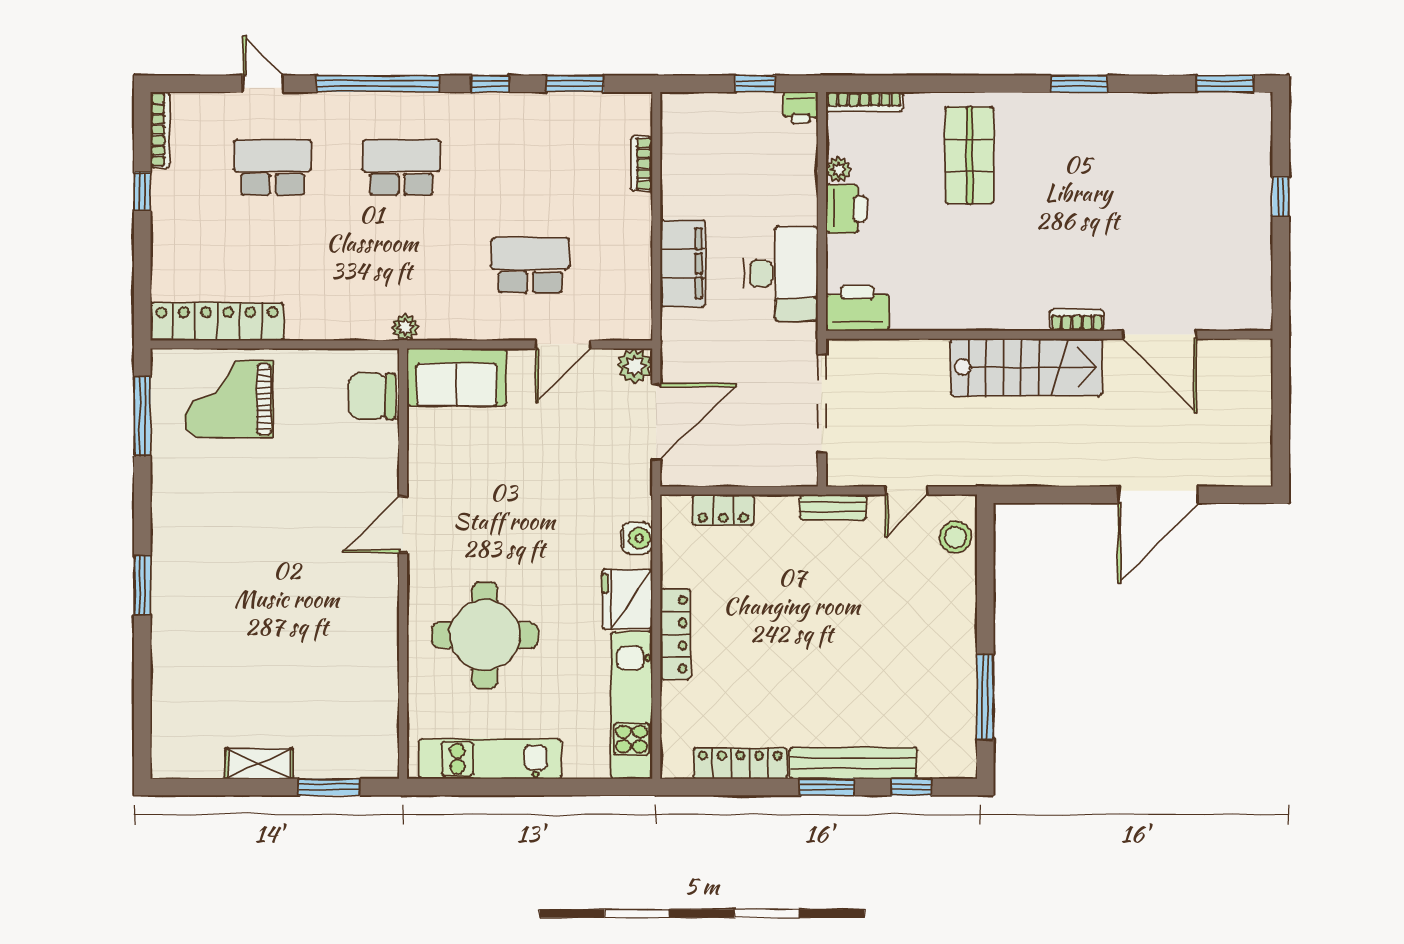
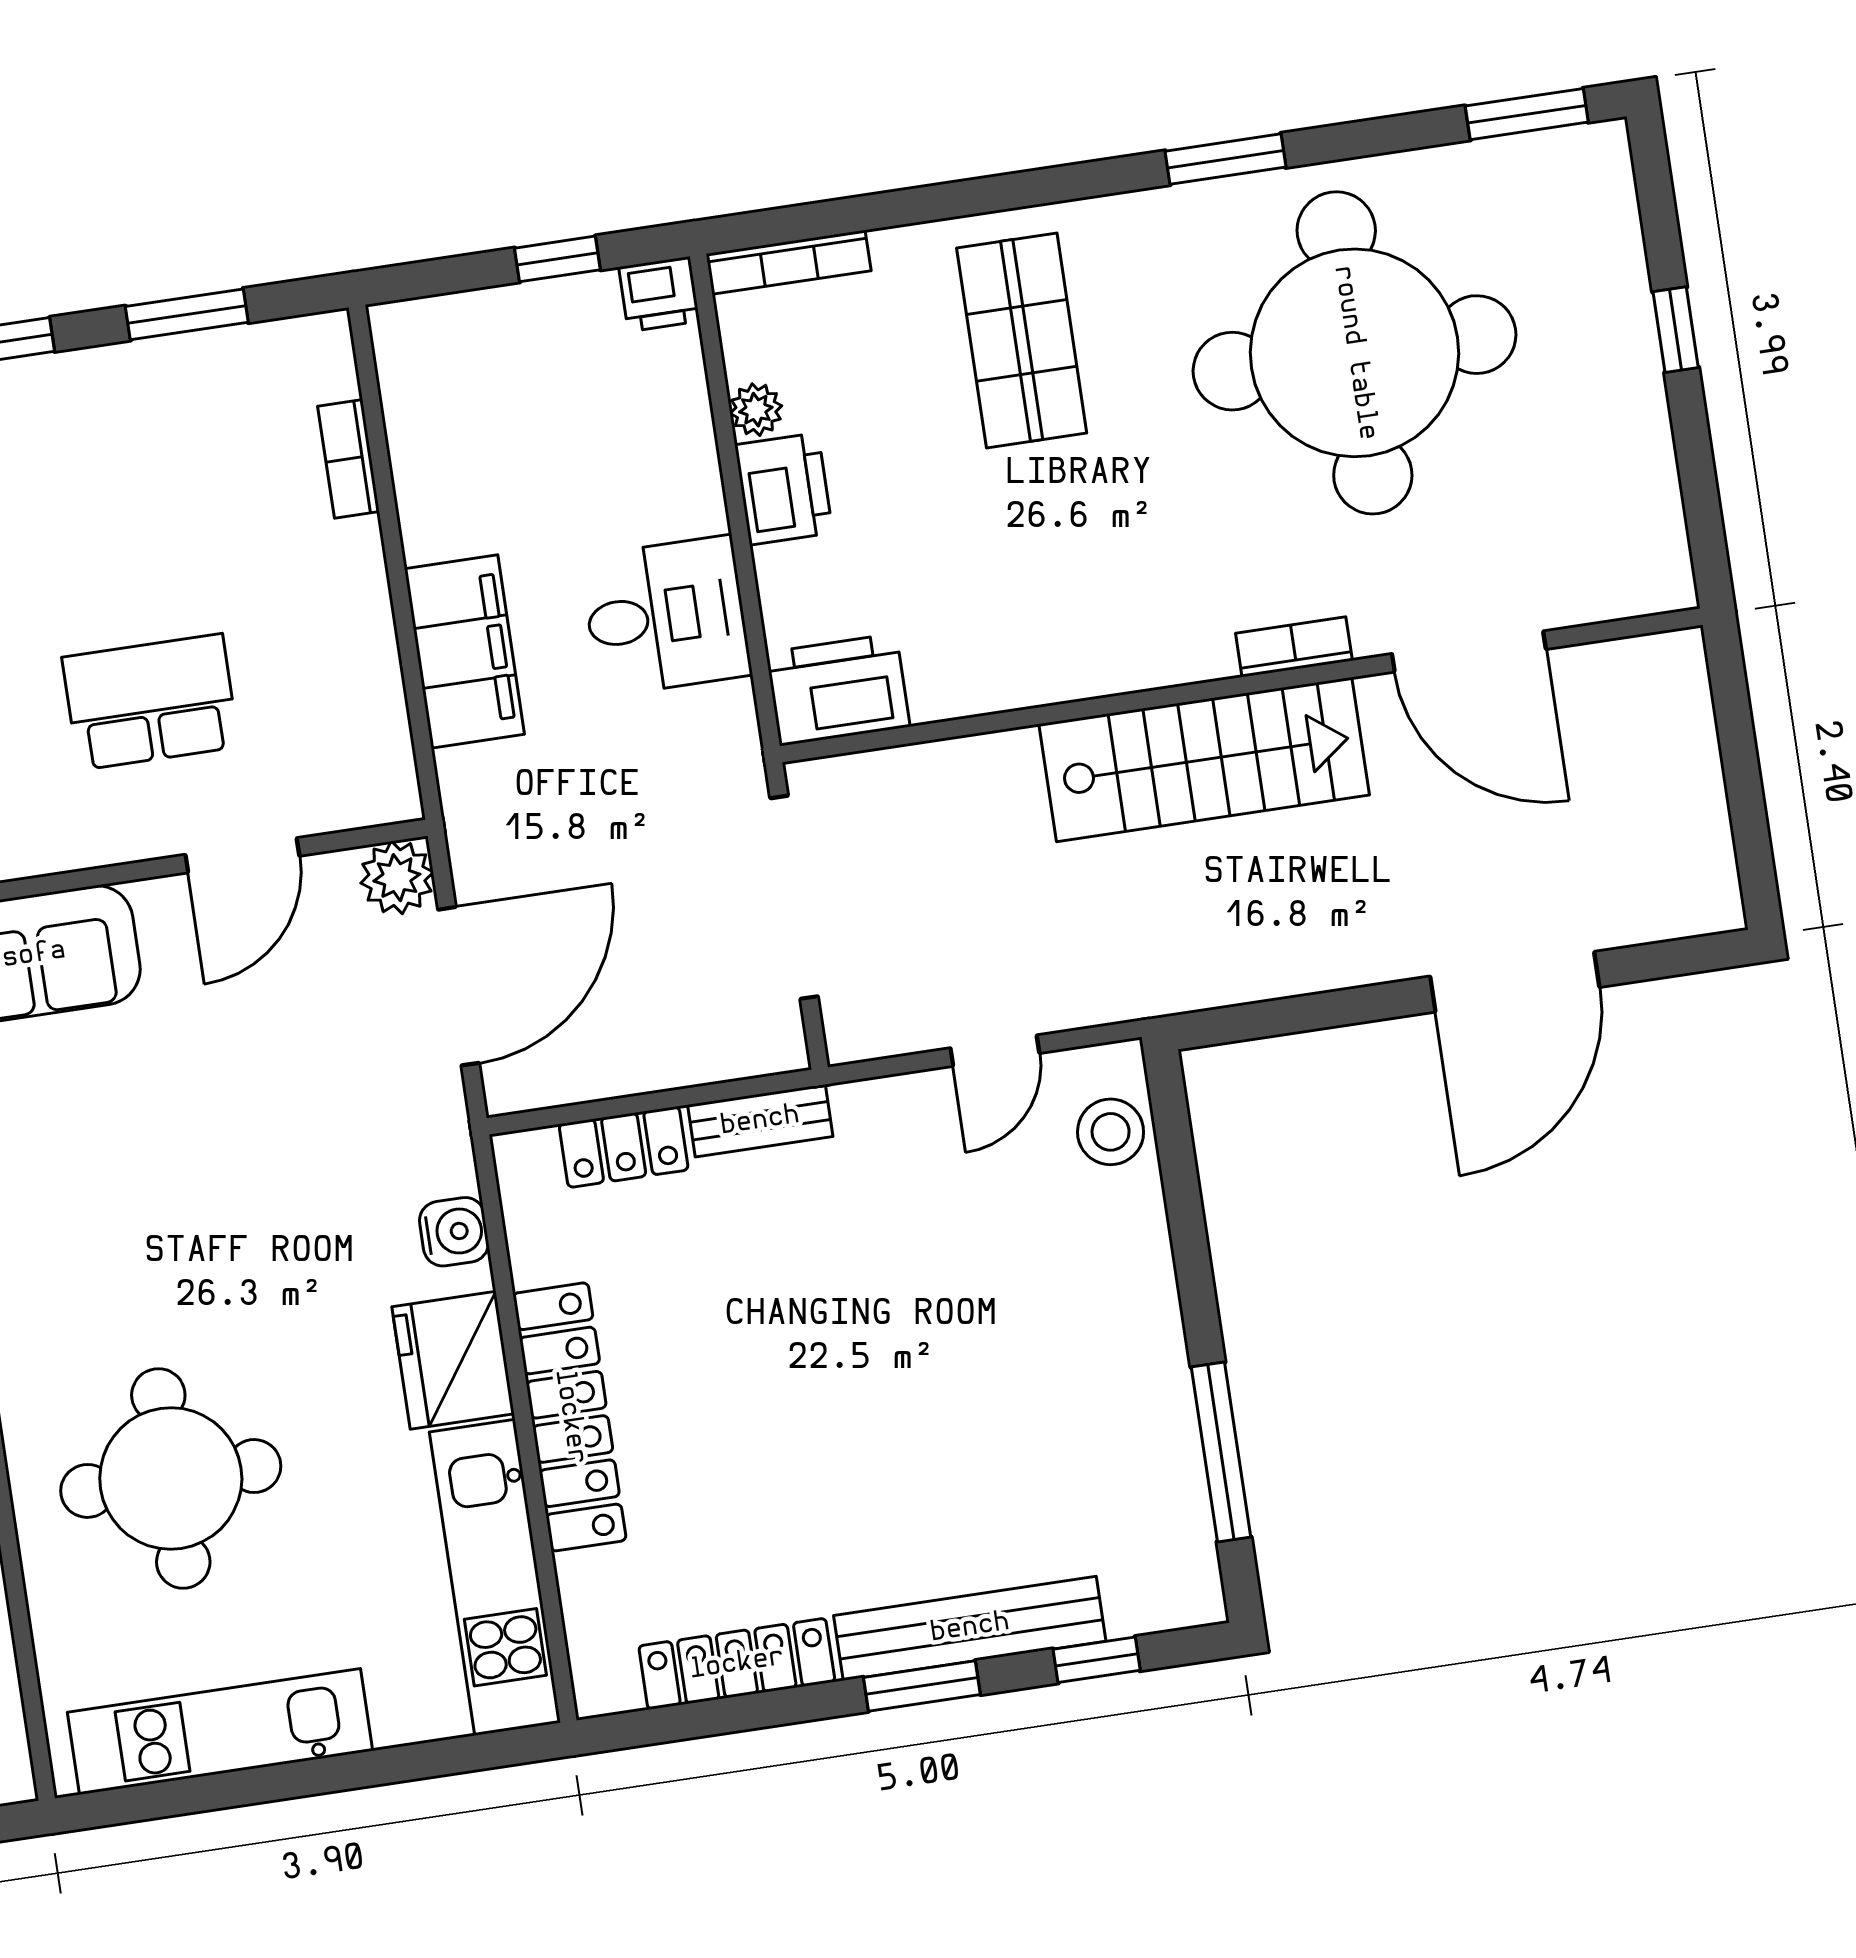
round table: (1127, 185) -> (1355, 353), added
desk: (781, 274) -> (666, 616), width x0.73
bench: (833, 507) -> (760, 1121), moved
locker: (675, 634) -> (570, 1417), width x1.41, depth x1.21

